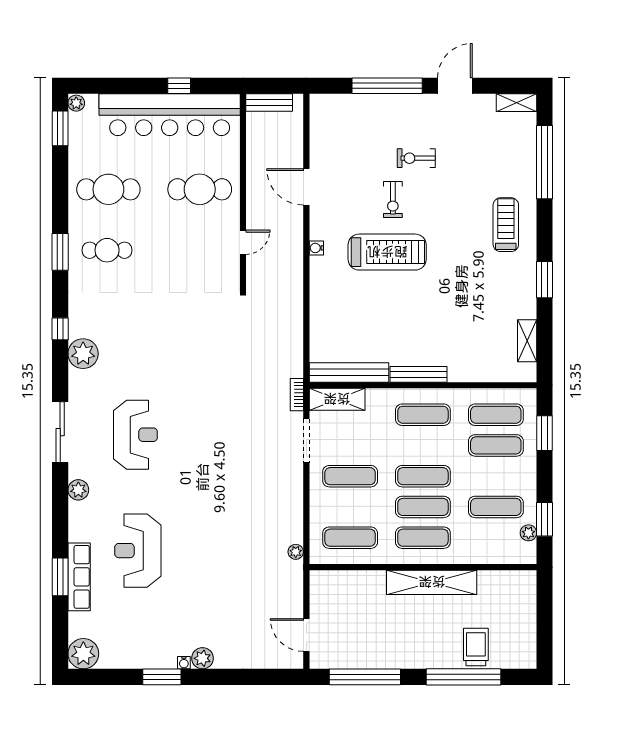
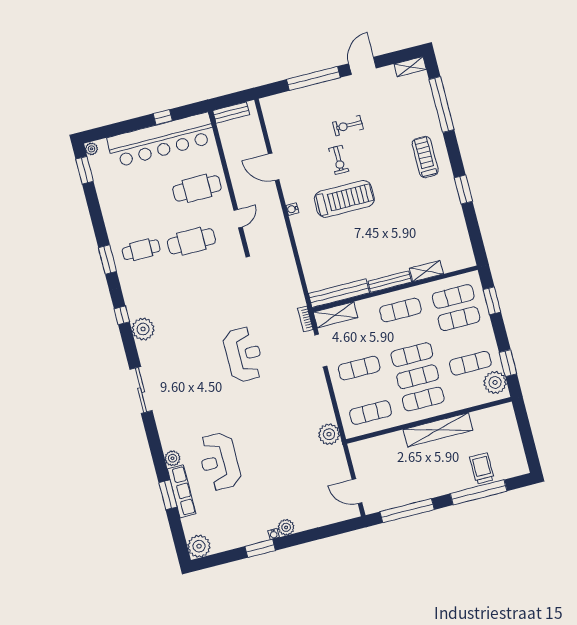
cafe table: (108, 189) -> (191, 241), moved
shelving: (527, 341) -> (426, 271), moved, turned 90
reception desk: (135, 435) -> (243, 355), moved
plant: (78, 490) -> (173, 458), moved
plant: (528, 533) -> (495, 382), width x1.88, depth x1.88
plant: (296, 552) -> (329, 434), width x1.88, depth x1.88

